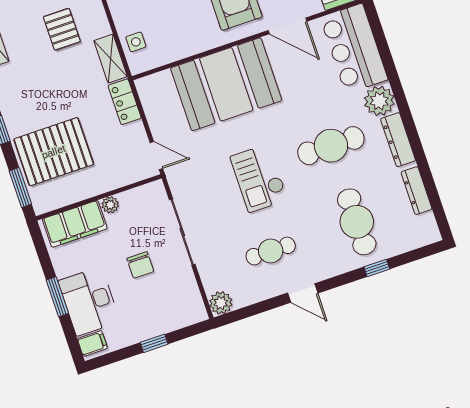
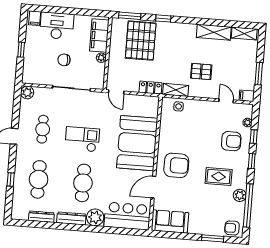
door: (156, 156) -> (116, 92), hinge flipped
cafe table: (357, 222) -> (39, 179), turned 90
window: (57, 297) -> (66, 11), removed

